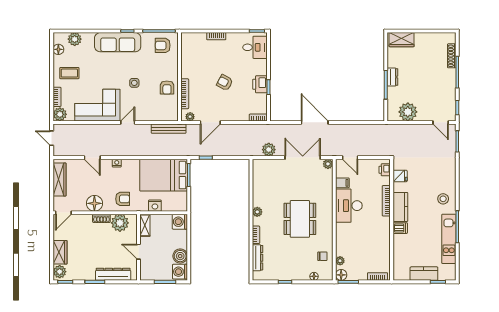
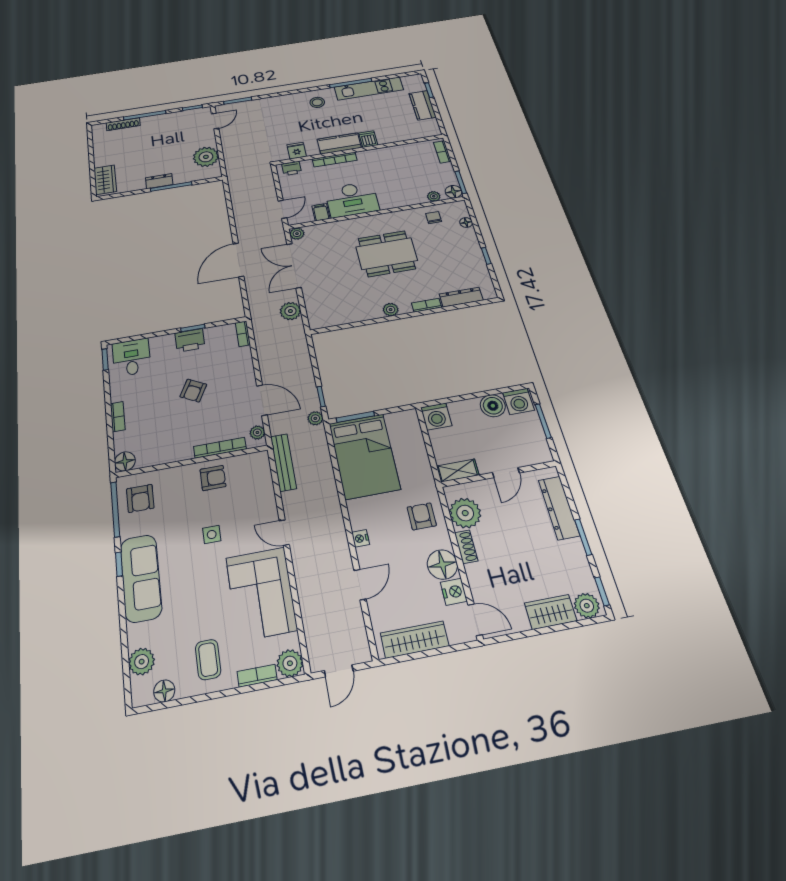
floor lamp: (187, 38) -> (125, 461), added
plant: (192, 152) -> (315, 418), added
nightstand: (155, 206) -> (454, 592), moved

